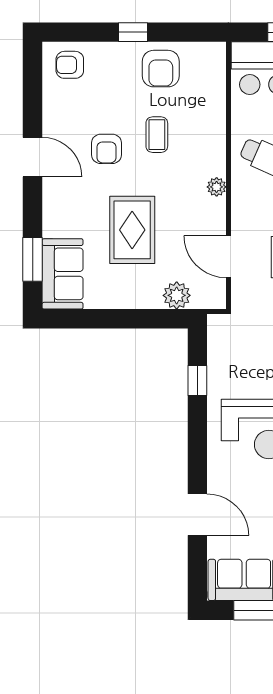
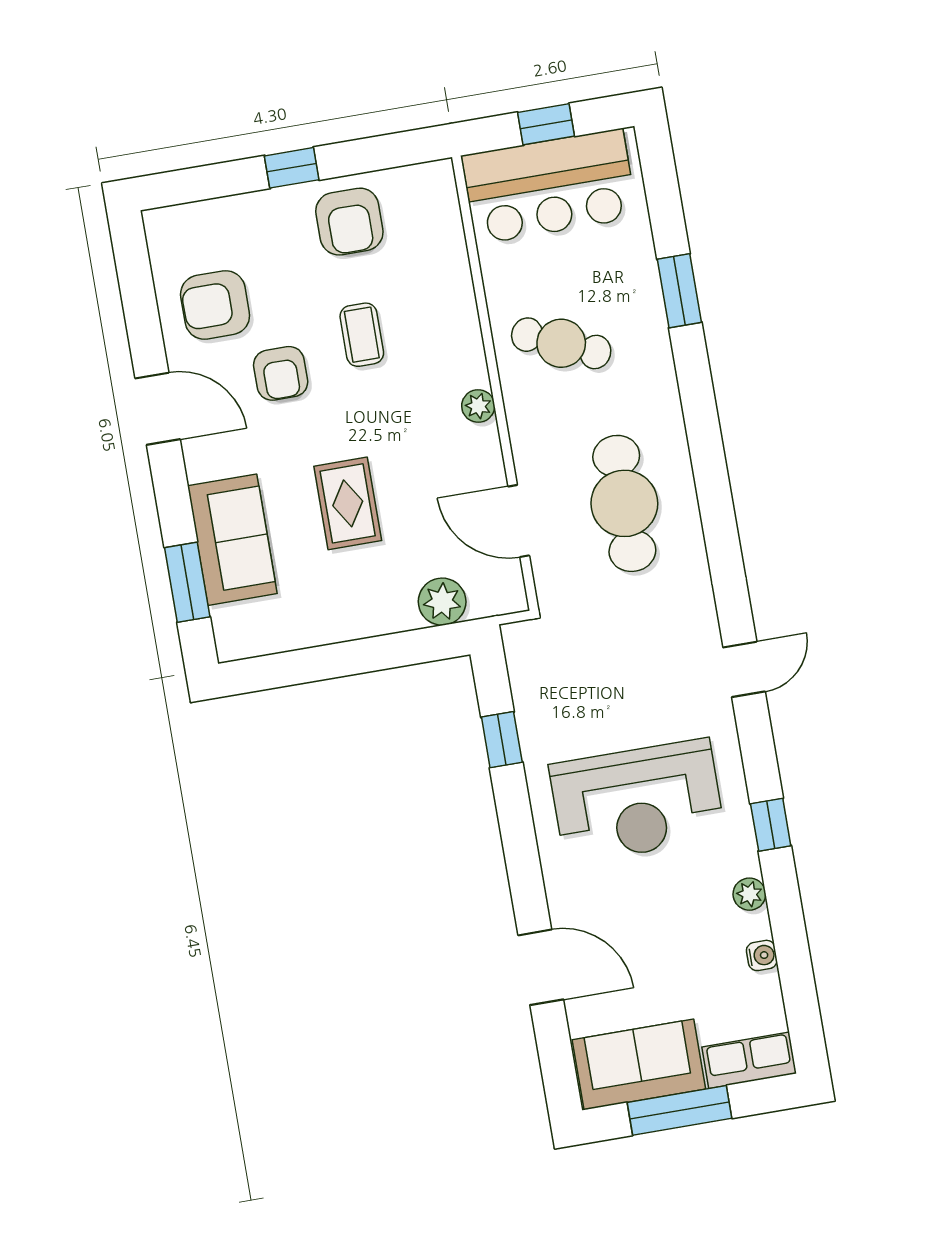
armchair: (70, 65) -> (215, 305), moved, width x1.38, depth x1.38
rug: (132, 230) -> (348, 503), width x0.73, depth x0.70
sofa: (63, 274) -> (232, 540), moved

